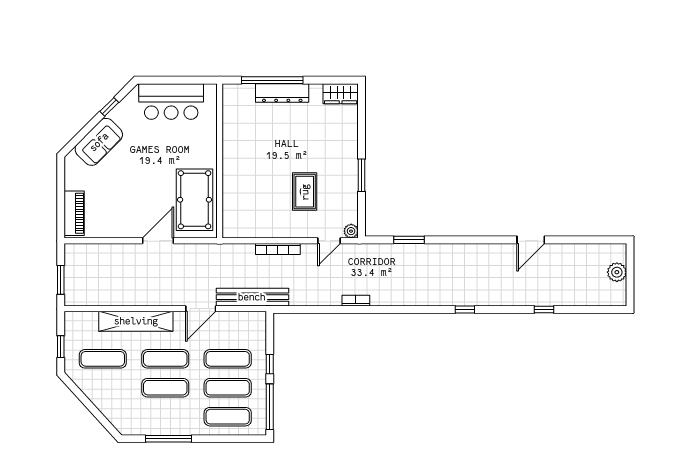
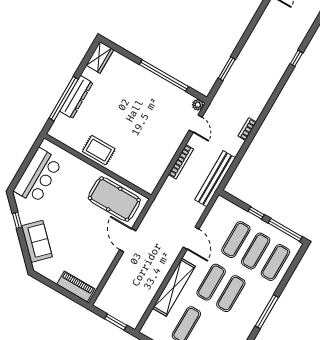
window: (361, 175) -> (164, 75), width x2.11
rug: (305, 192) -> (99, 150), moved
bench: (252, 297) -> (215, 179), moved

